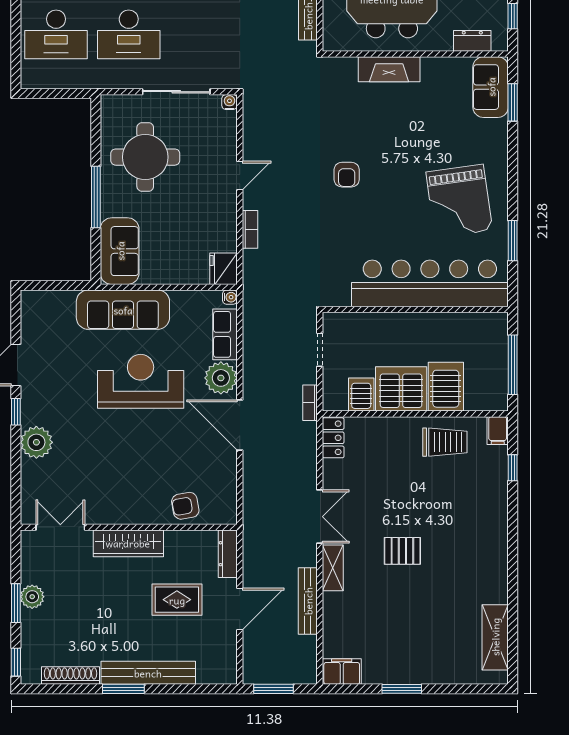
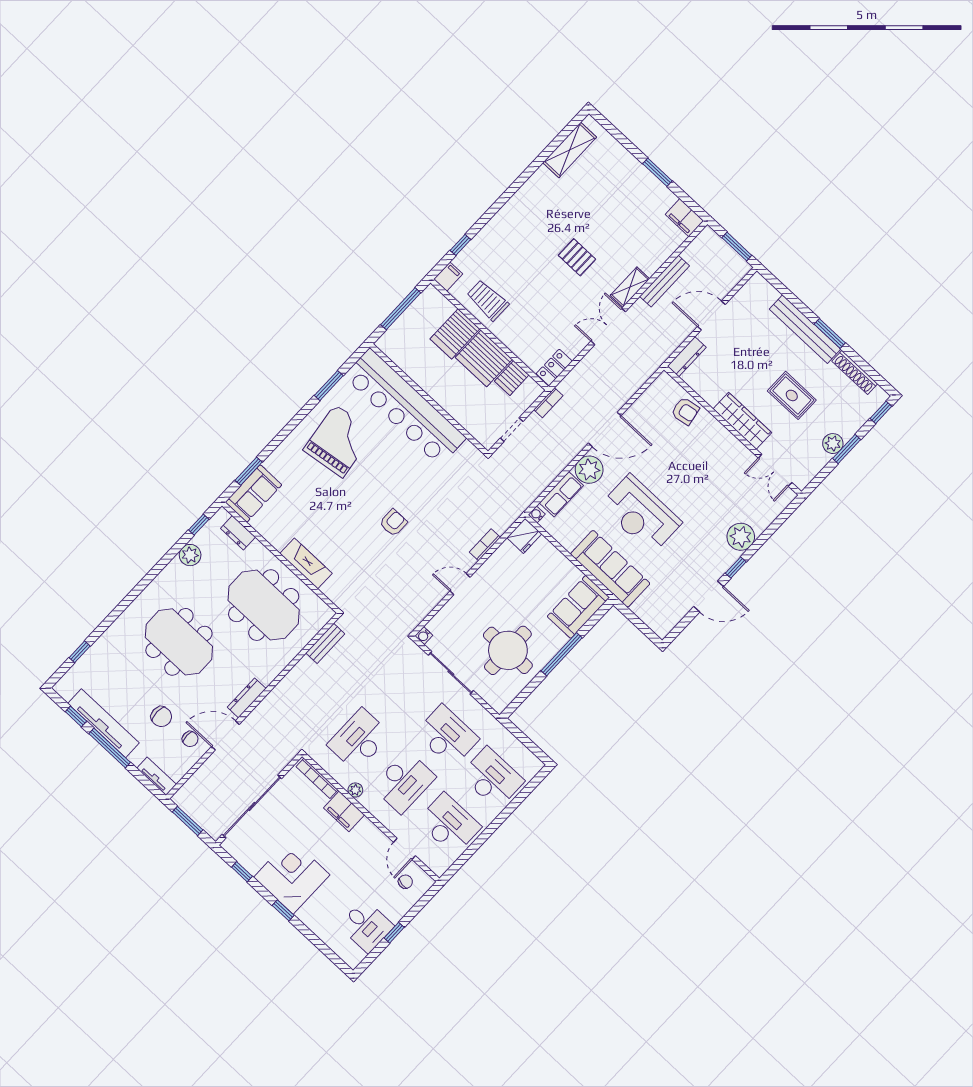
door: (240, 425) -> (605, 429), hinge flipped
rug: (177, 600) -> (792, 395), moved

